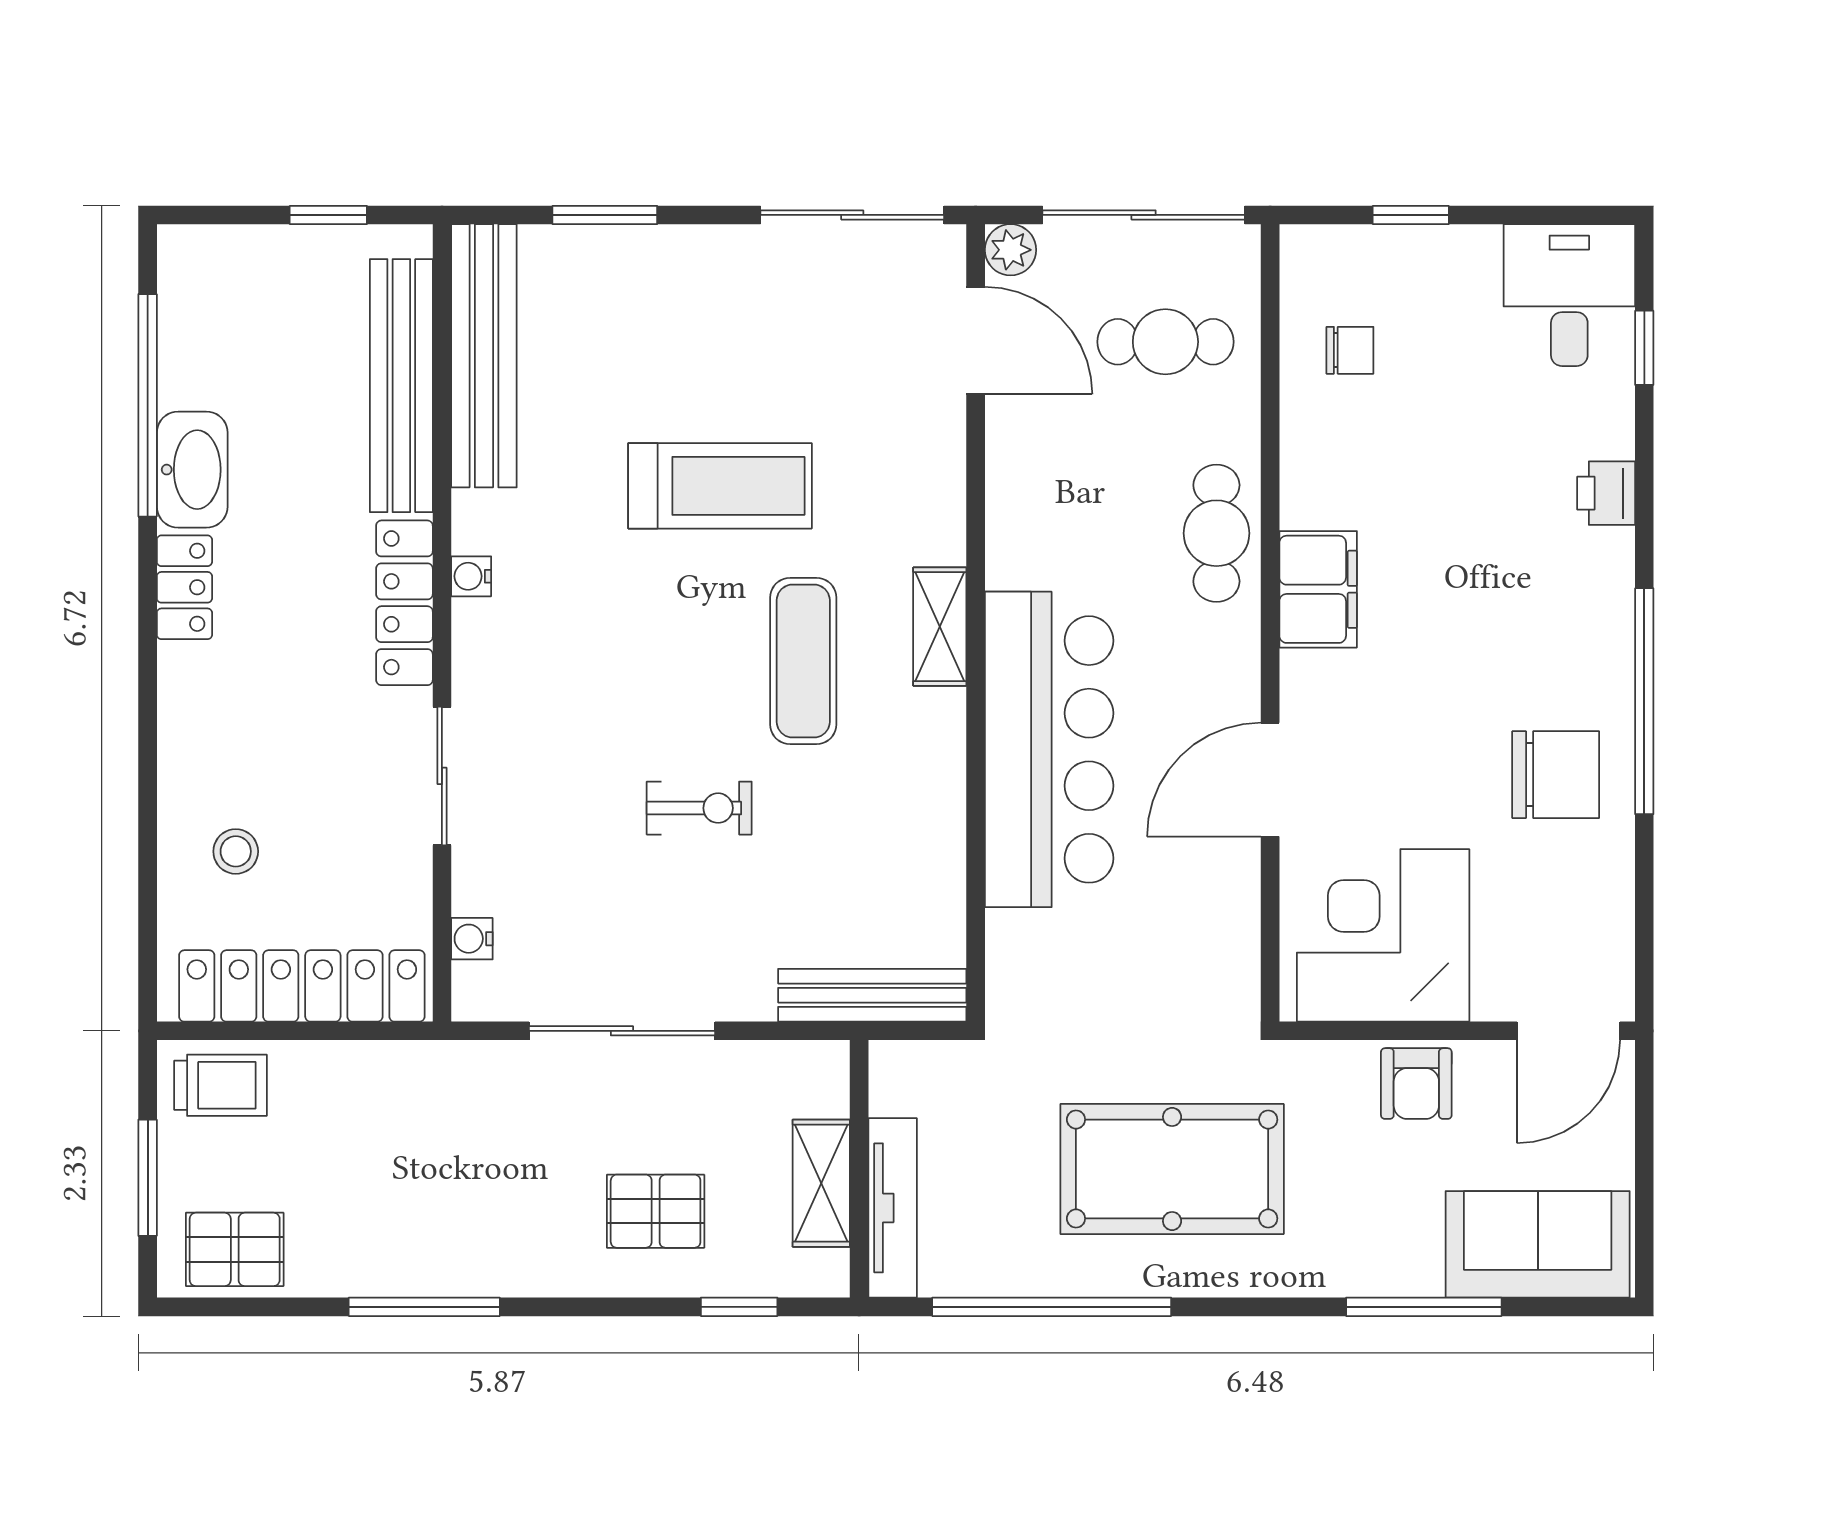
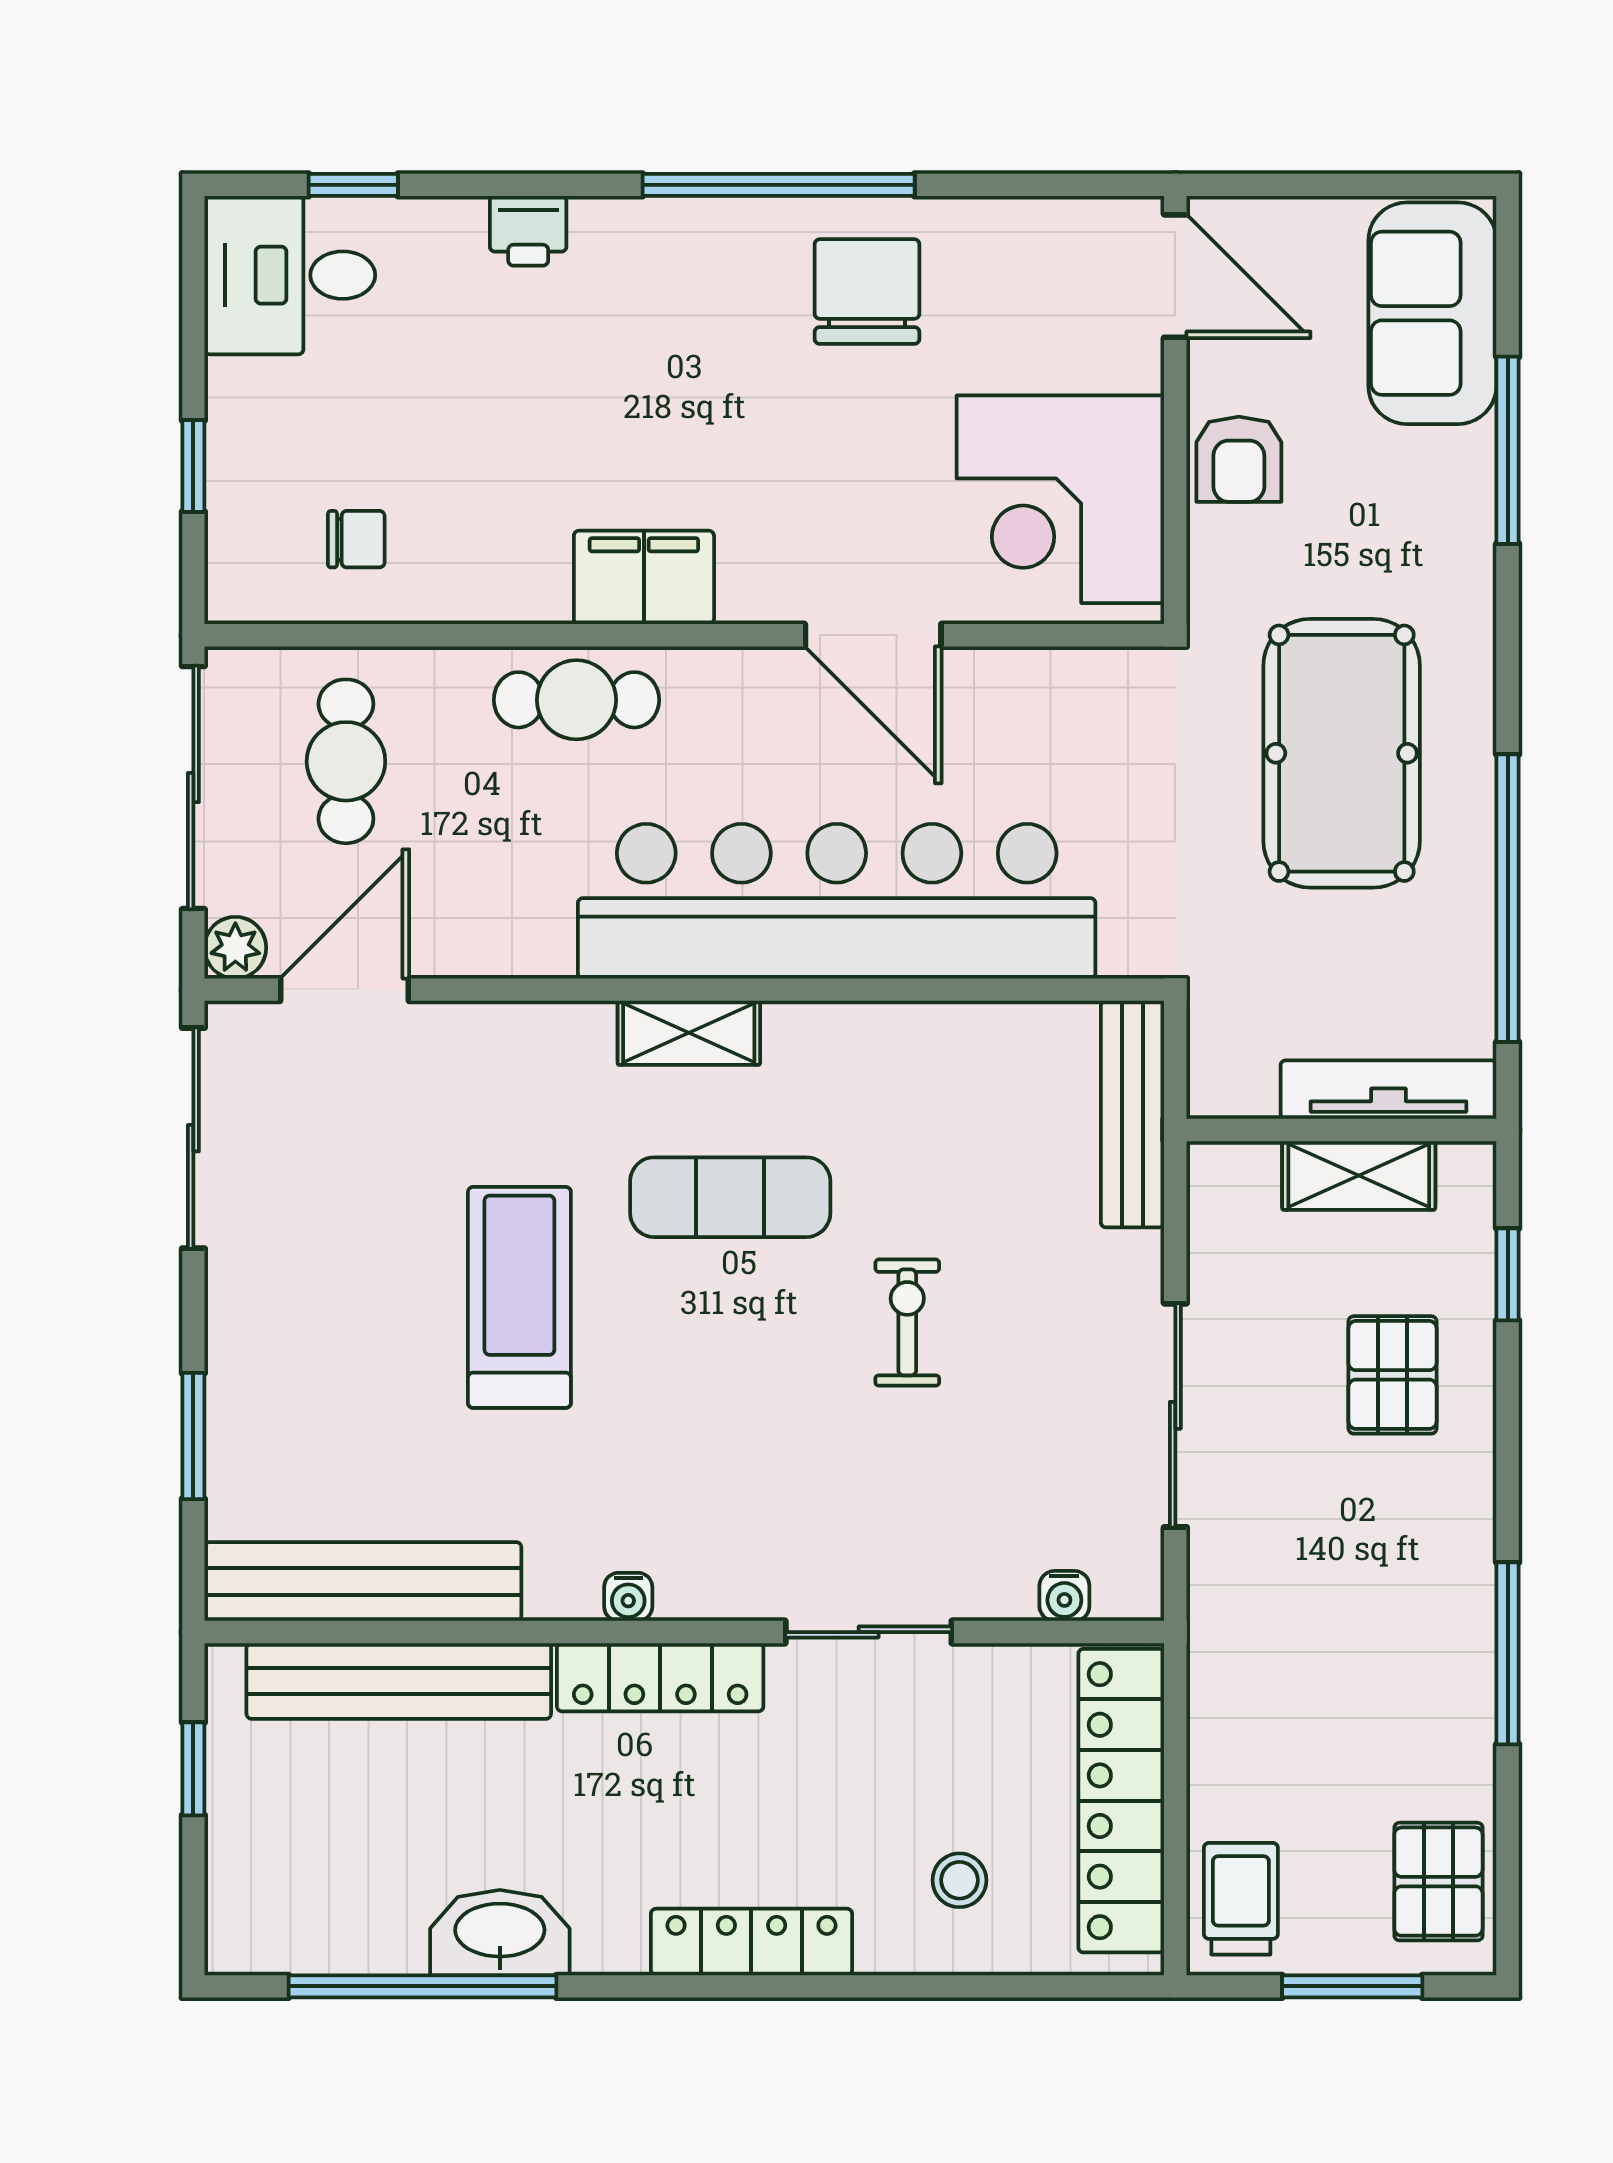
chair: (1350, 350) -> (356, 539), turned 90
locker: (184, 587) -> (751, 1942), moved, width x1.53
bar counter: (1049, 749) -> (837, 901), width x1.36
armchair: (1416, 1084) -> (1239, 459), turned 90

